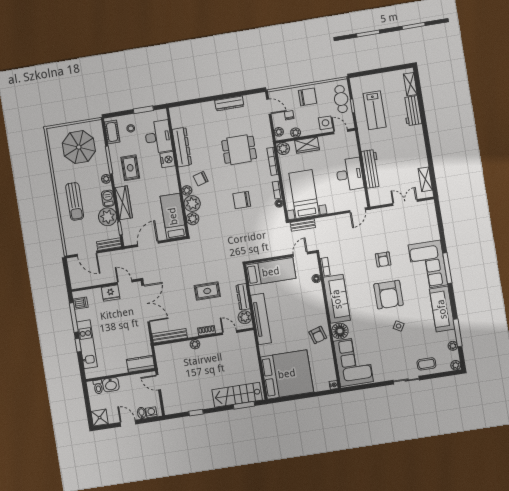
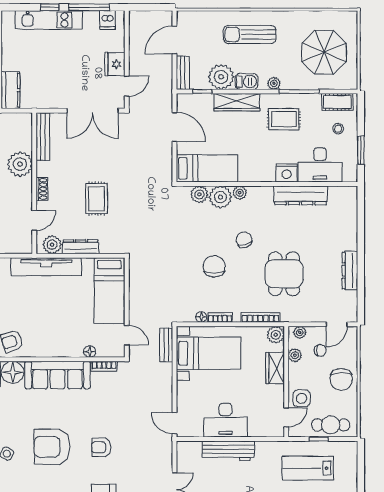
chair: (201, 179) -> (244, 240), moved
plant: (195, 344) -> (20, 164), width x1.87, depth x1.87

